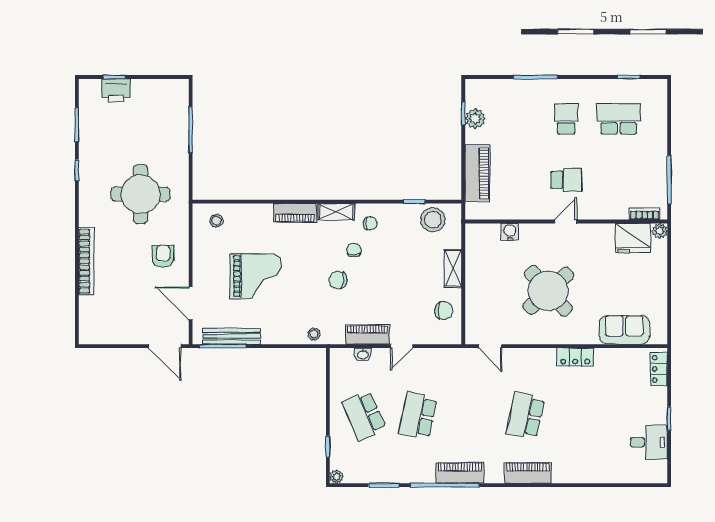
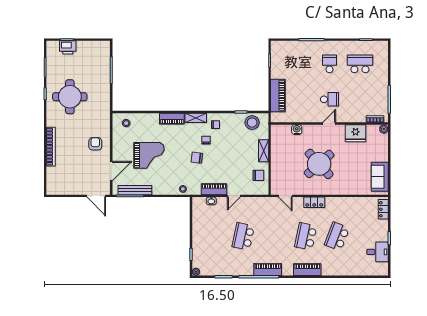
plant: (475, 119) -> (277, 64), removed
round table: (141, 194) -> (70, 97), moved
fridge: (633, 238) -> (356, 133), moved
door: (191, 303) -> (111, 171), swing flipped
sofa: (624, 330) -> (380, 177), moved, turned -90
locker: (575, 357) -> (314, 202), moved
school desk: (364, 416) -> (337, 236), moved, turned 45

